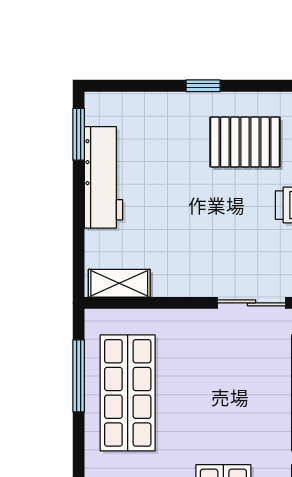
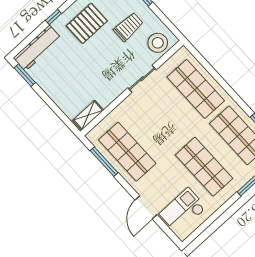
workbench: (103, 177) -> (37, 48), moved, turned 90

